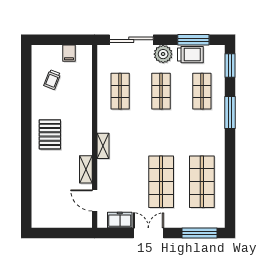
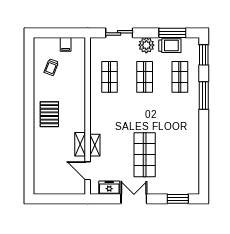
sliding door: (131, 40) -> (119, 33), width x0.73
shelving: (103, 146) -> (95, 145), moved
shop shelf: (202, 182) -> (180, 155), removed
window: (200, 233) -> (178, 199), width x0.69

